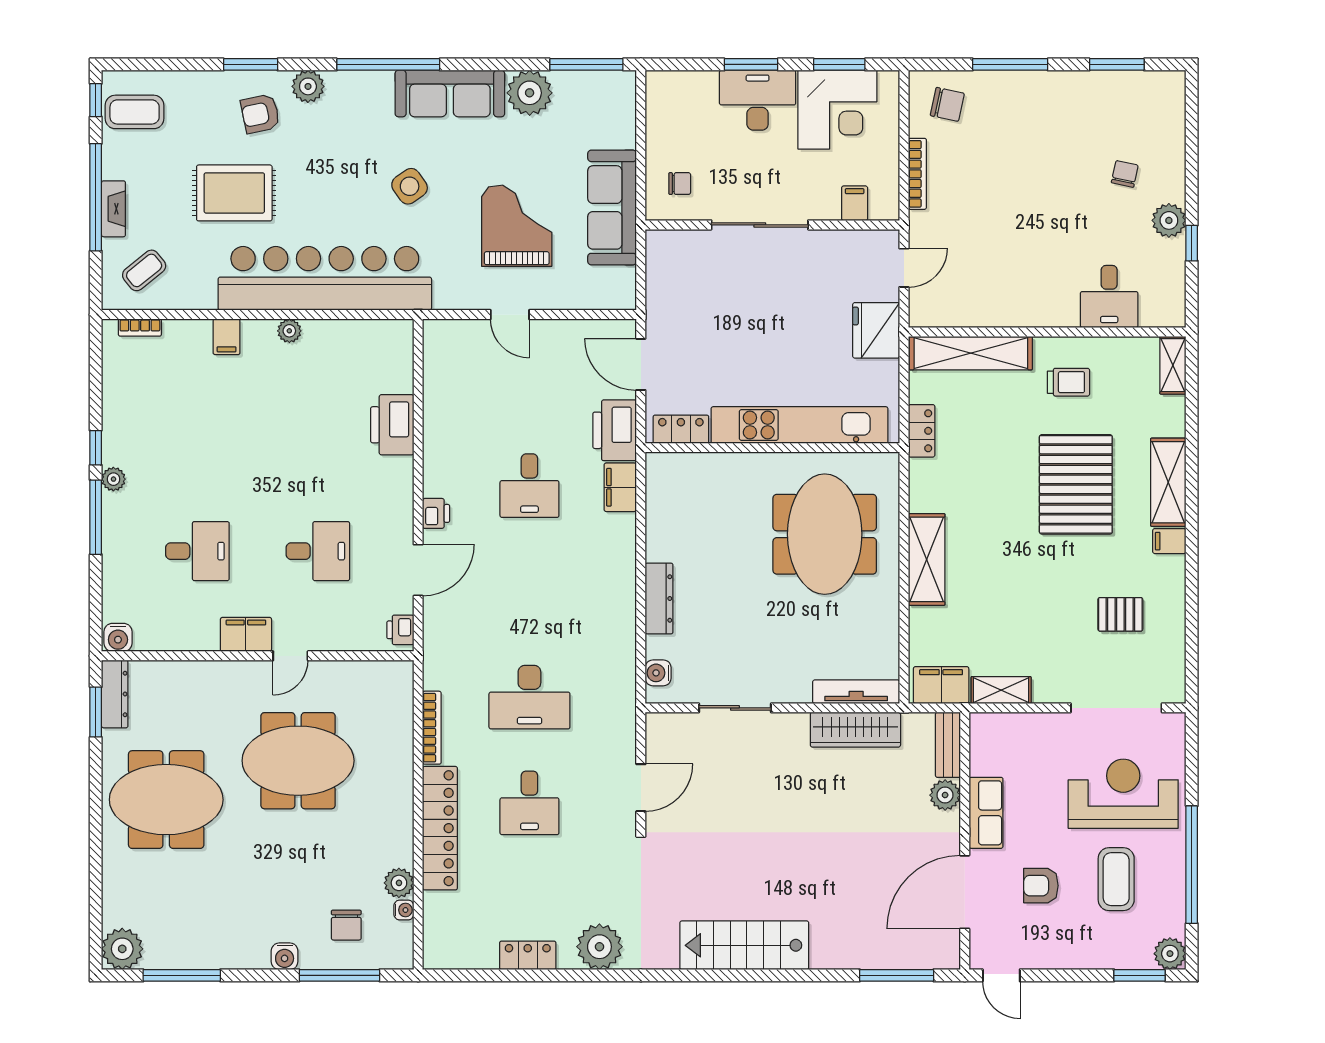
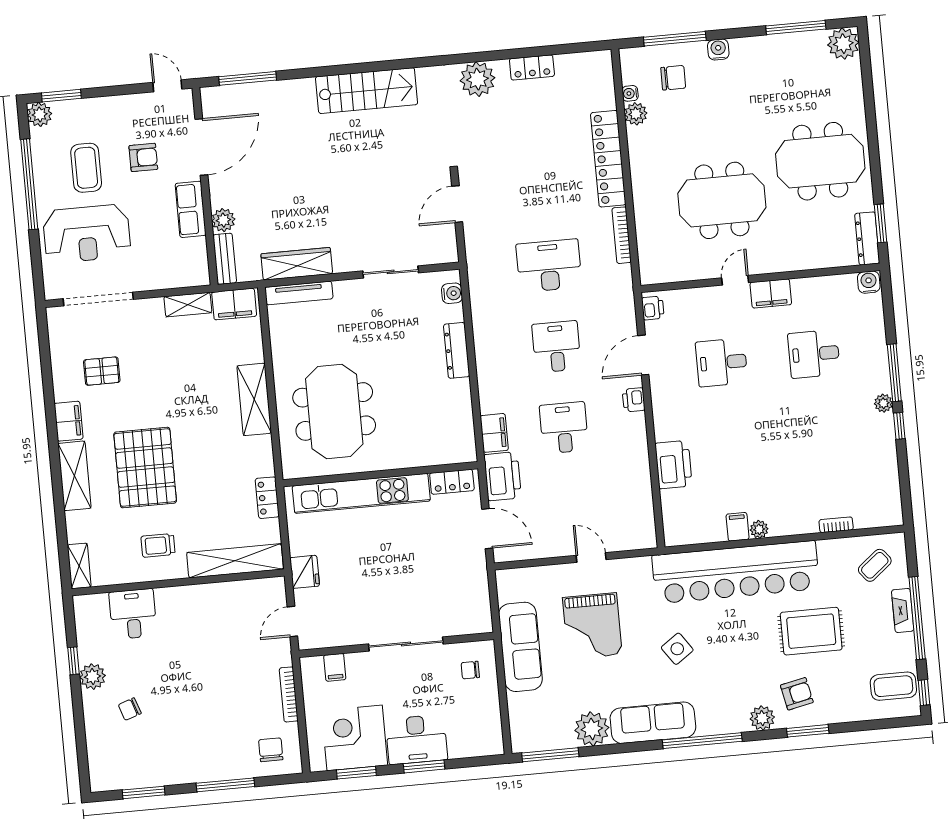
chair: (947, 104) -> (271, 750), turned 78
chair: (1125, 174) -> (130, 709), turned 59
bookcase: (140, 328) -> (836, 525), moved
fridge: (876, 330) -> (305, 572), width x0.73, depth x0.75
filing cabinet: (227, 337) -> (738, 527), moved
filing cabinet: (1169, 541) -> (69, 421), width x2.00
desk: (529, 803) -> (556, 347), moved
chair: (346, 925) -> (673, 78), turned 90

